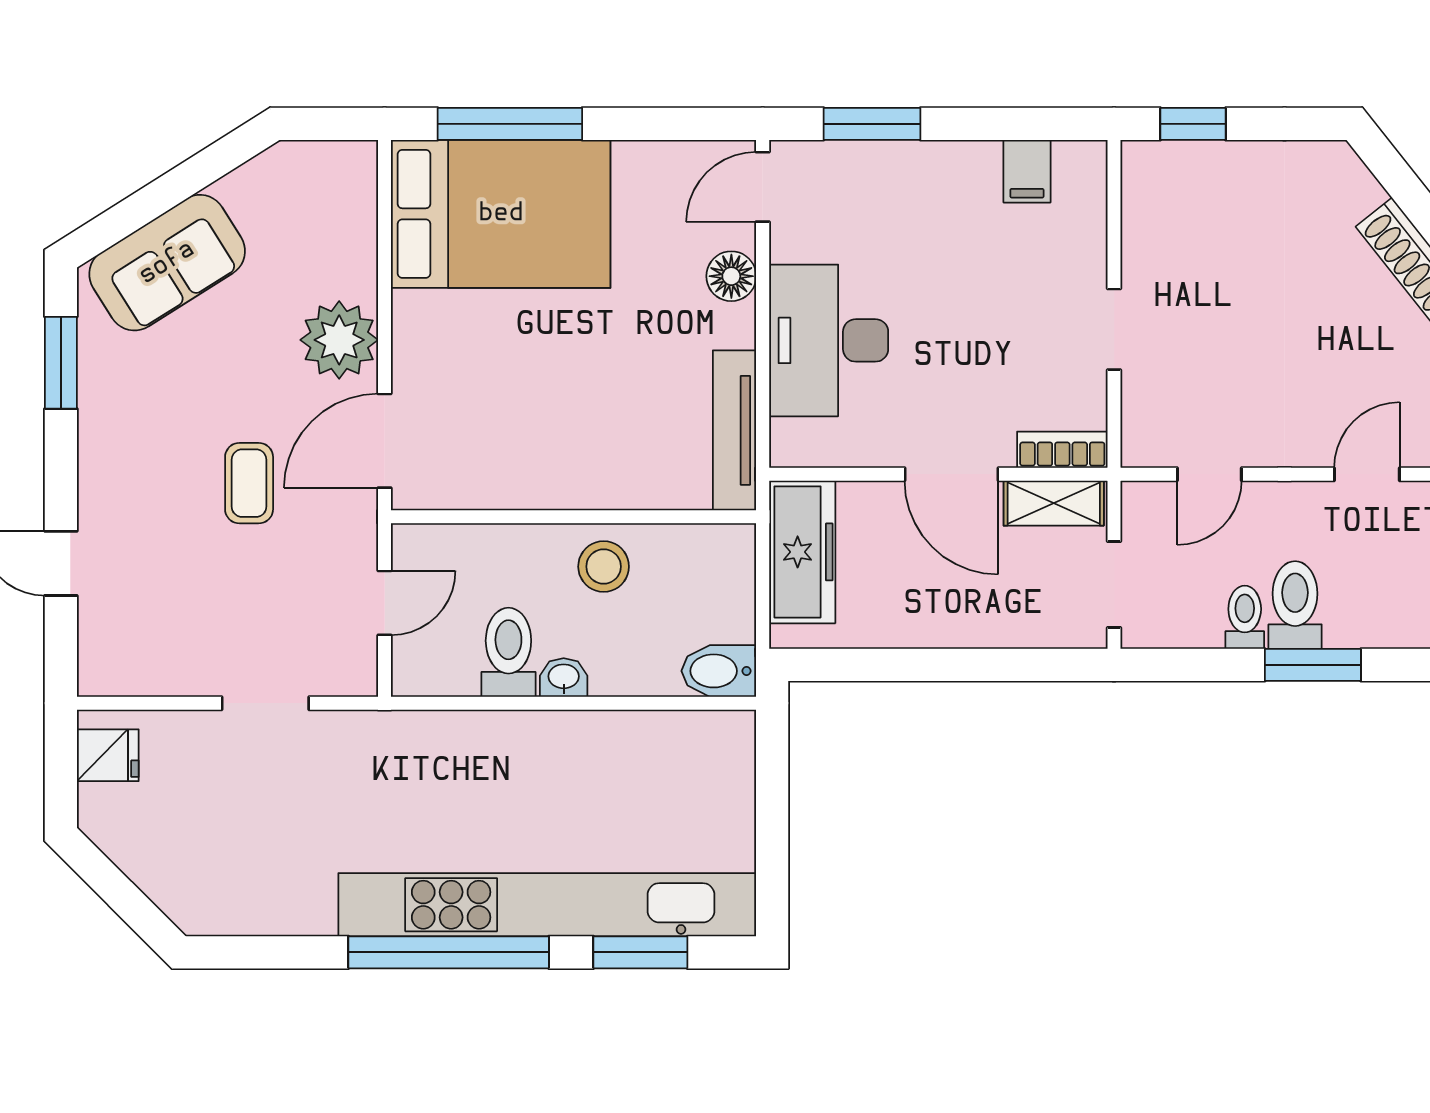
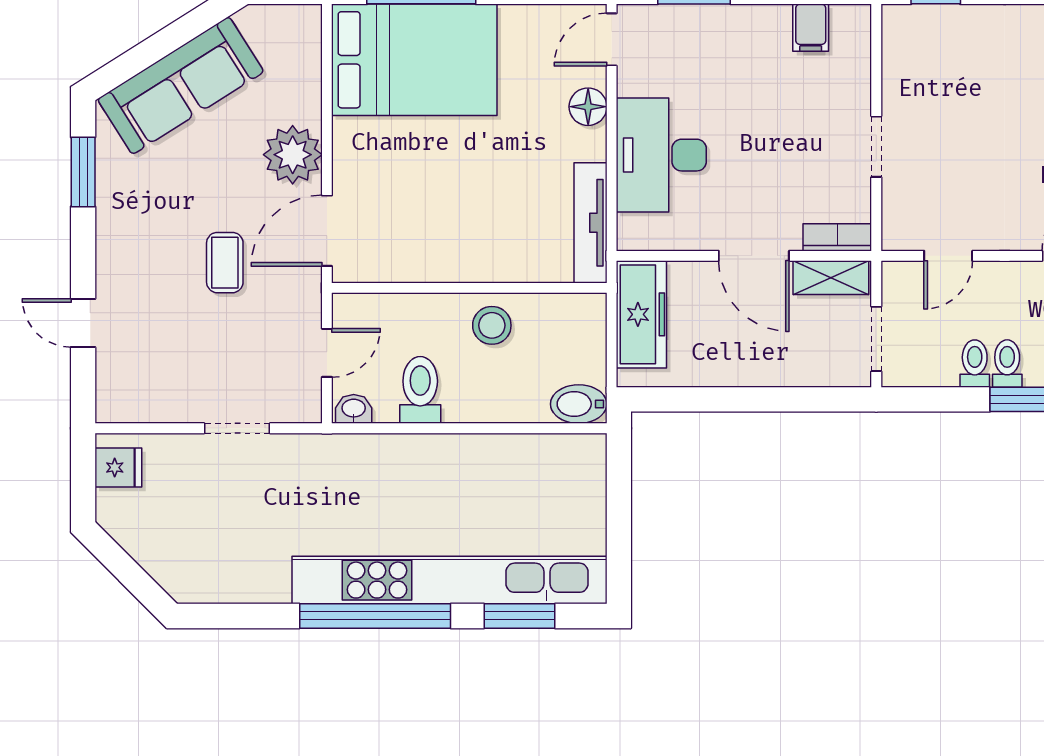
sofa: (167, 263) -> (181, 85), width x1.36
toilet: (1295, 605) -> (1007, 364), width x0.73, depth x0.72
washbasin: (564, 677) -> (354, 409), moved

